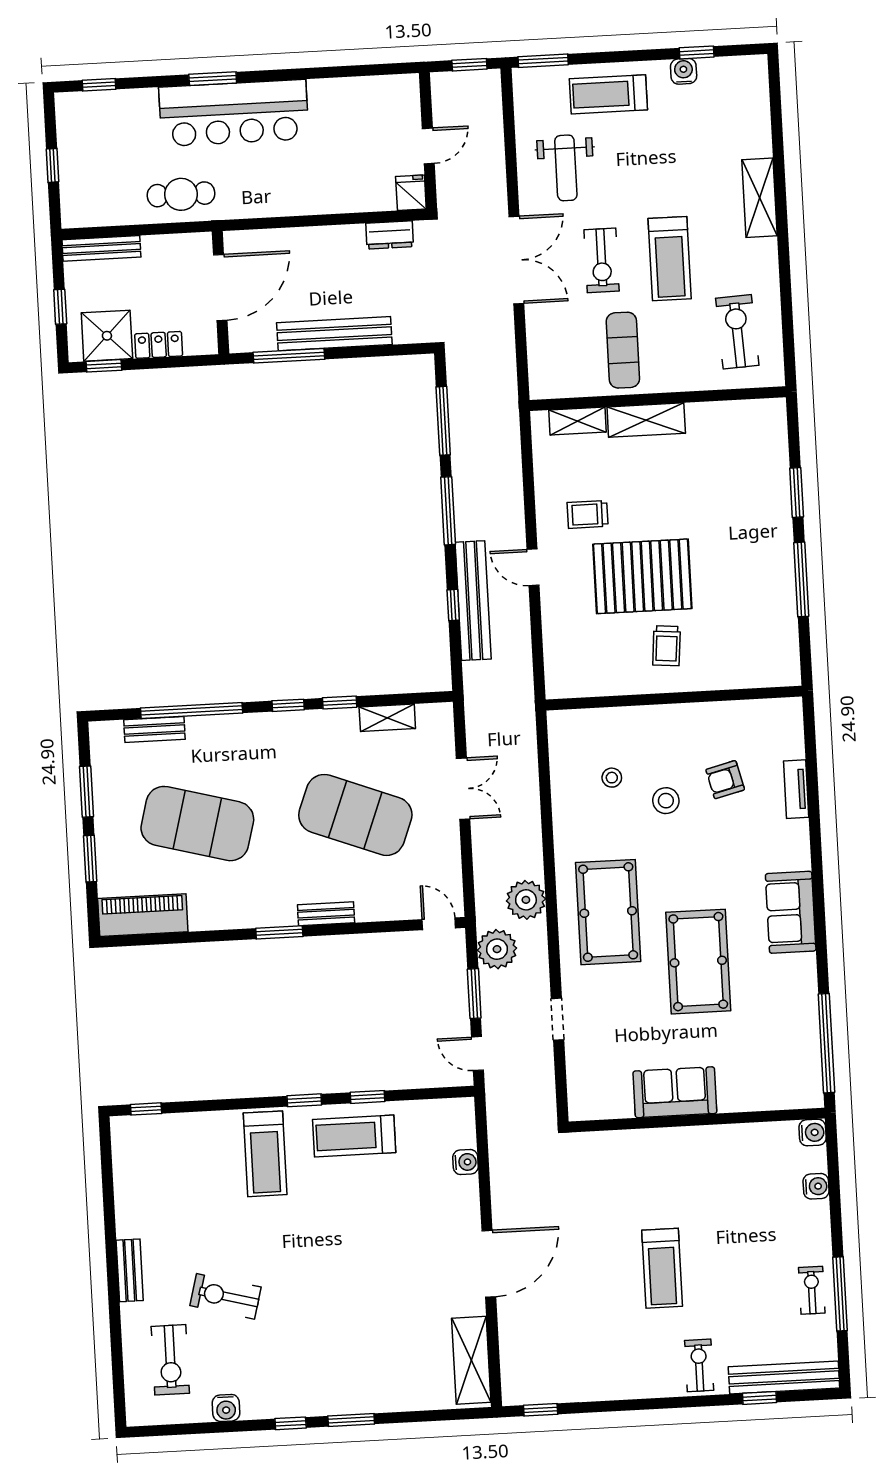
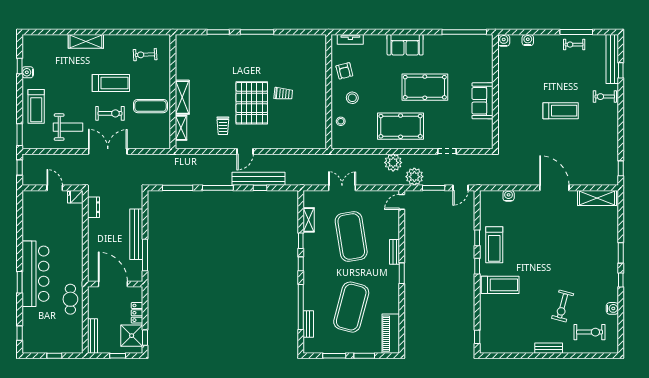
exercise bike: (737, 332) -> (145, 55), width x0.73, depth x0.72
wall: (674, 698) -> (329, 92), moved
exercise mat: (355, 815) -> (351, 236), turned -30

